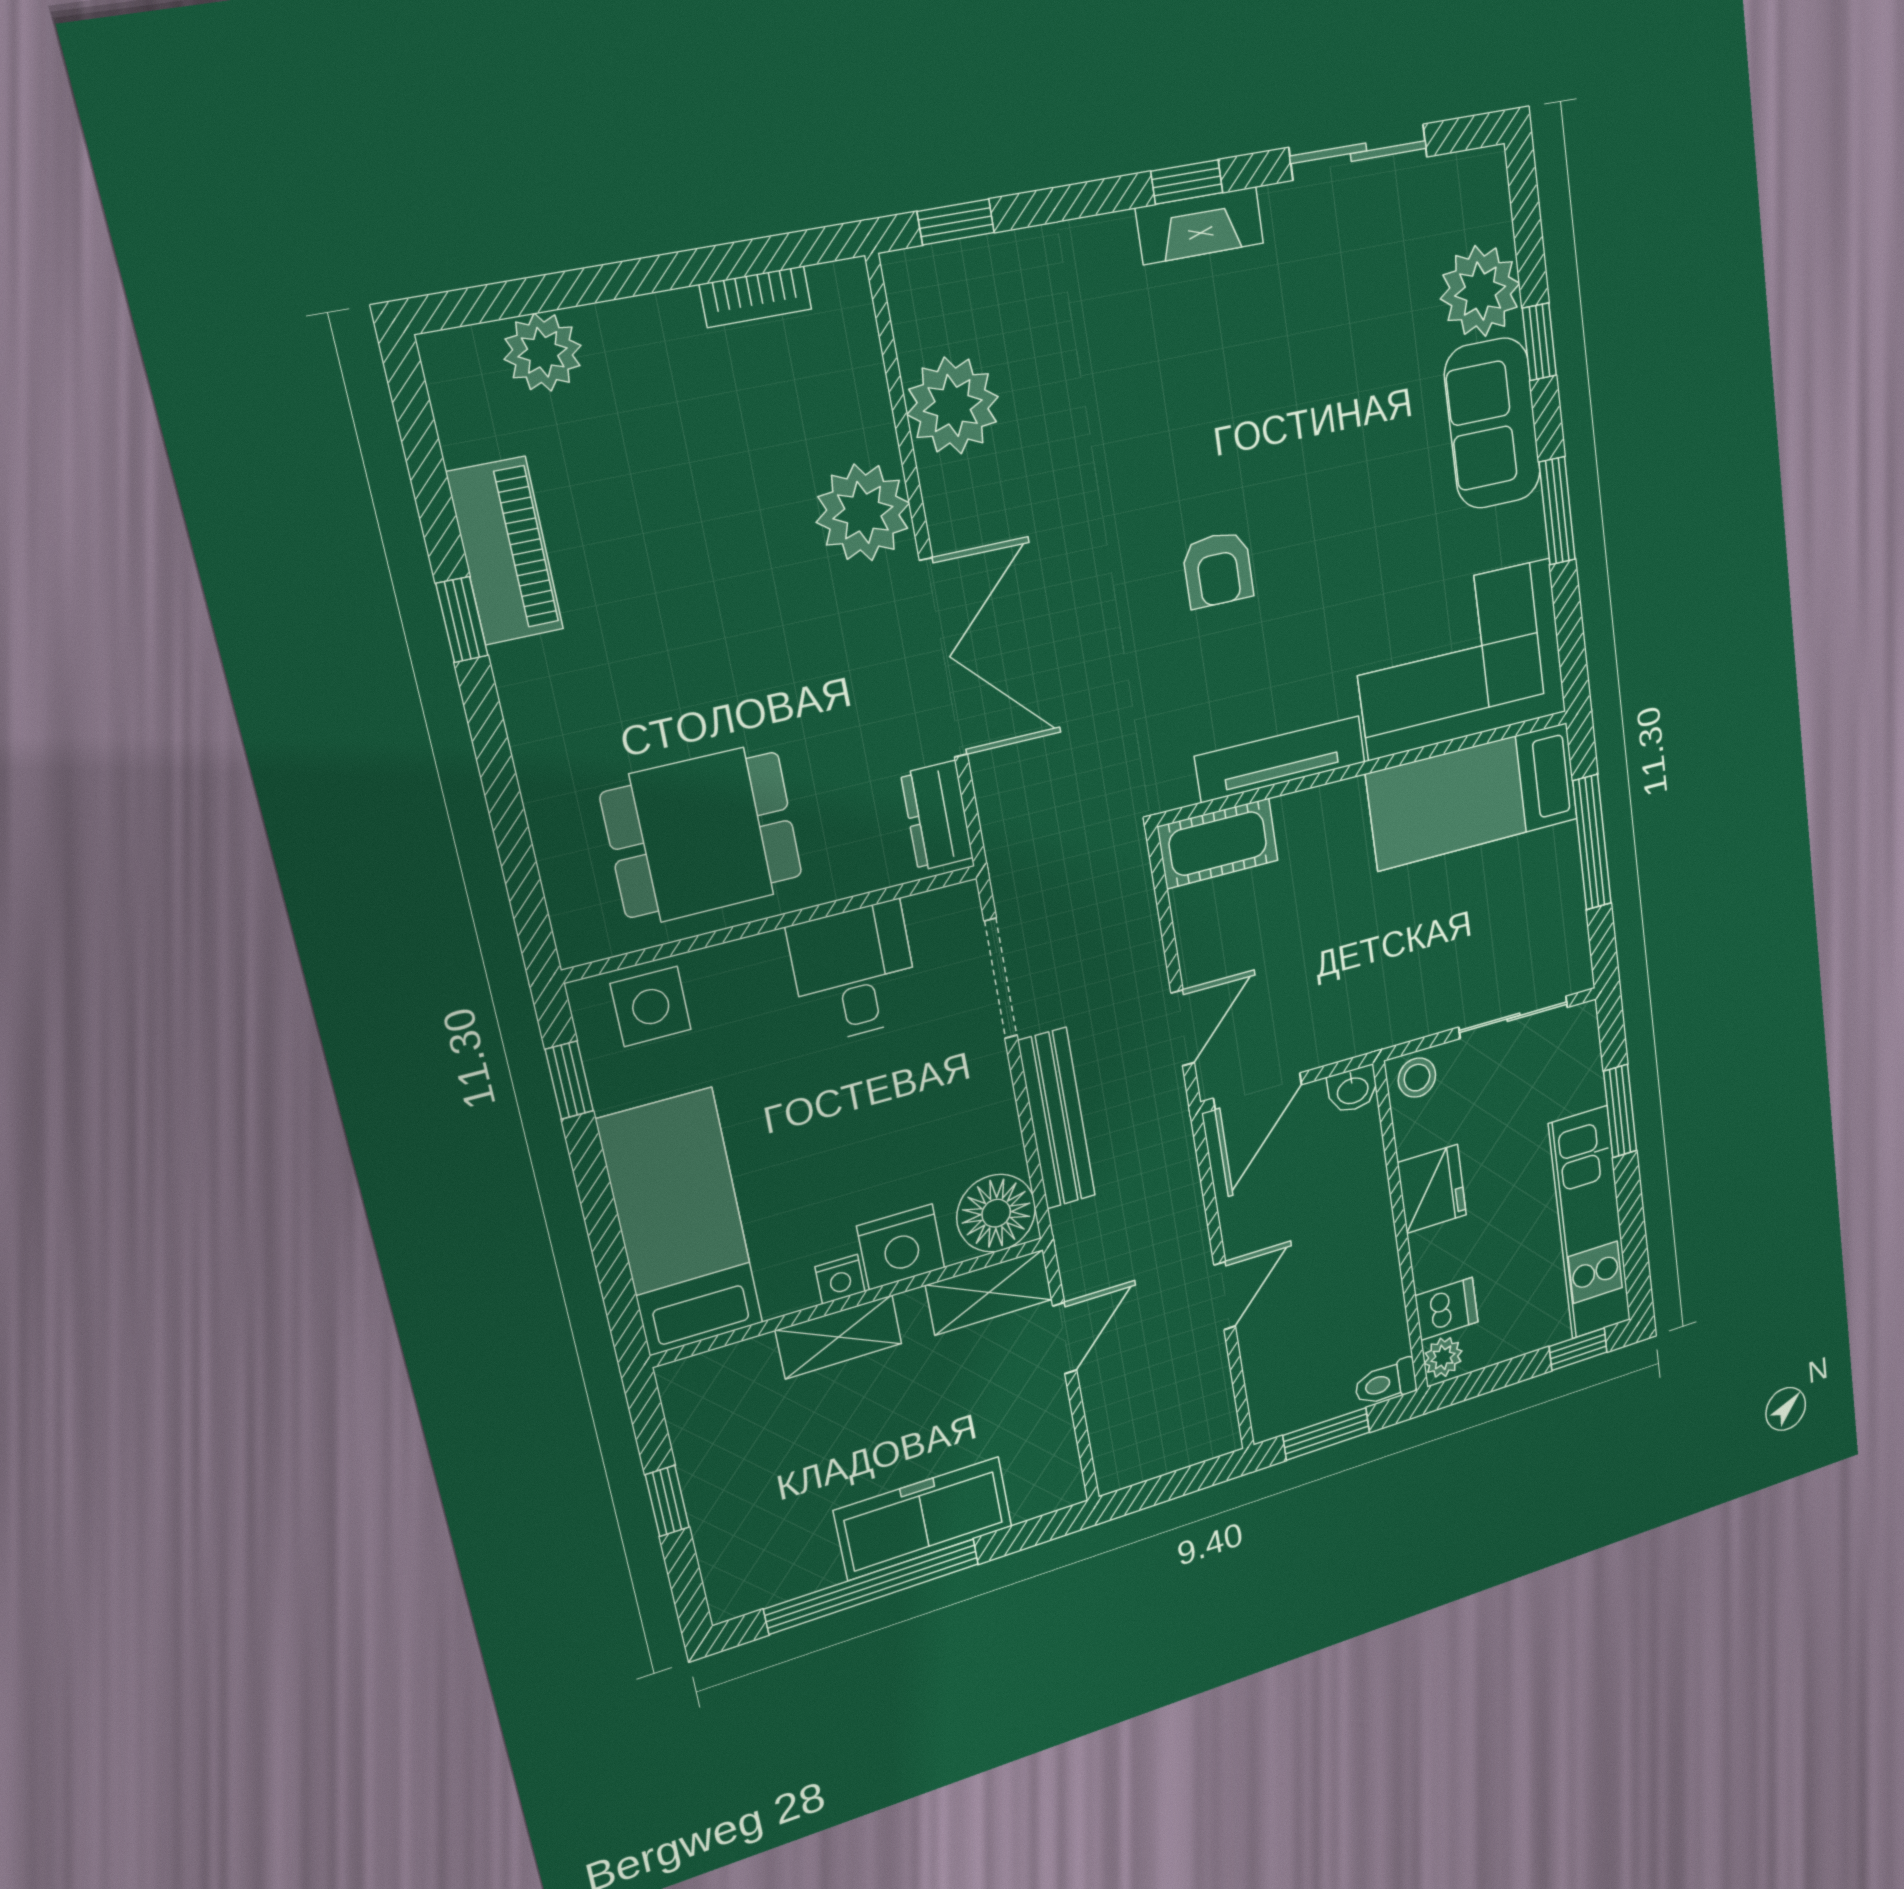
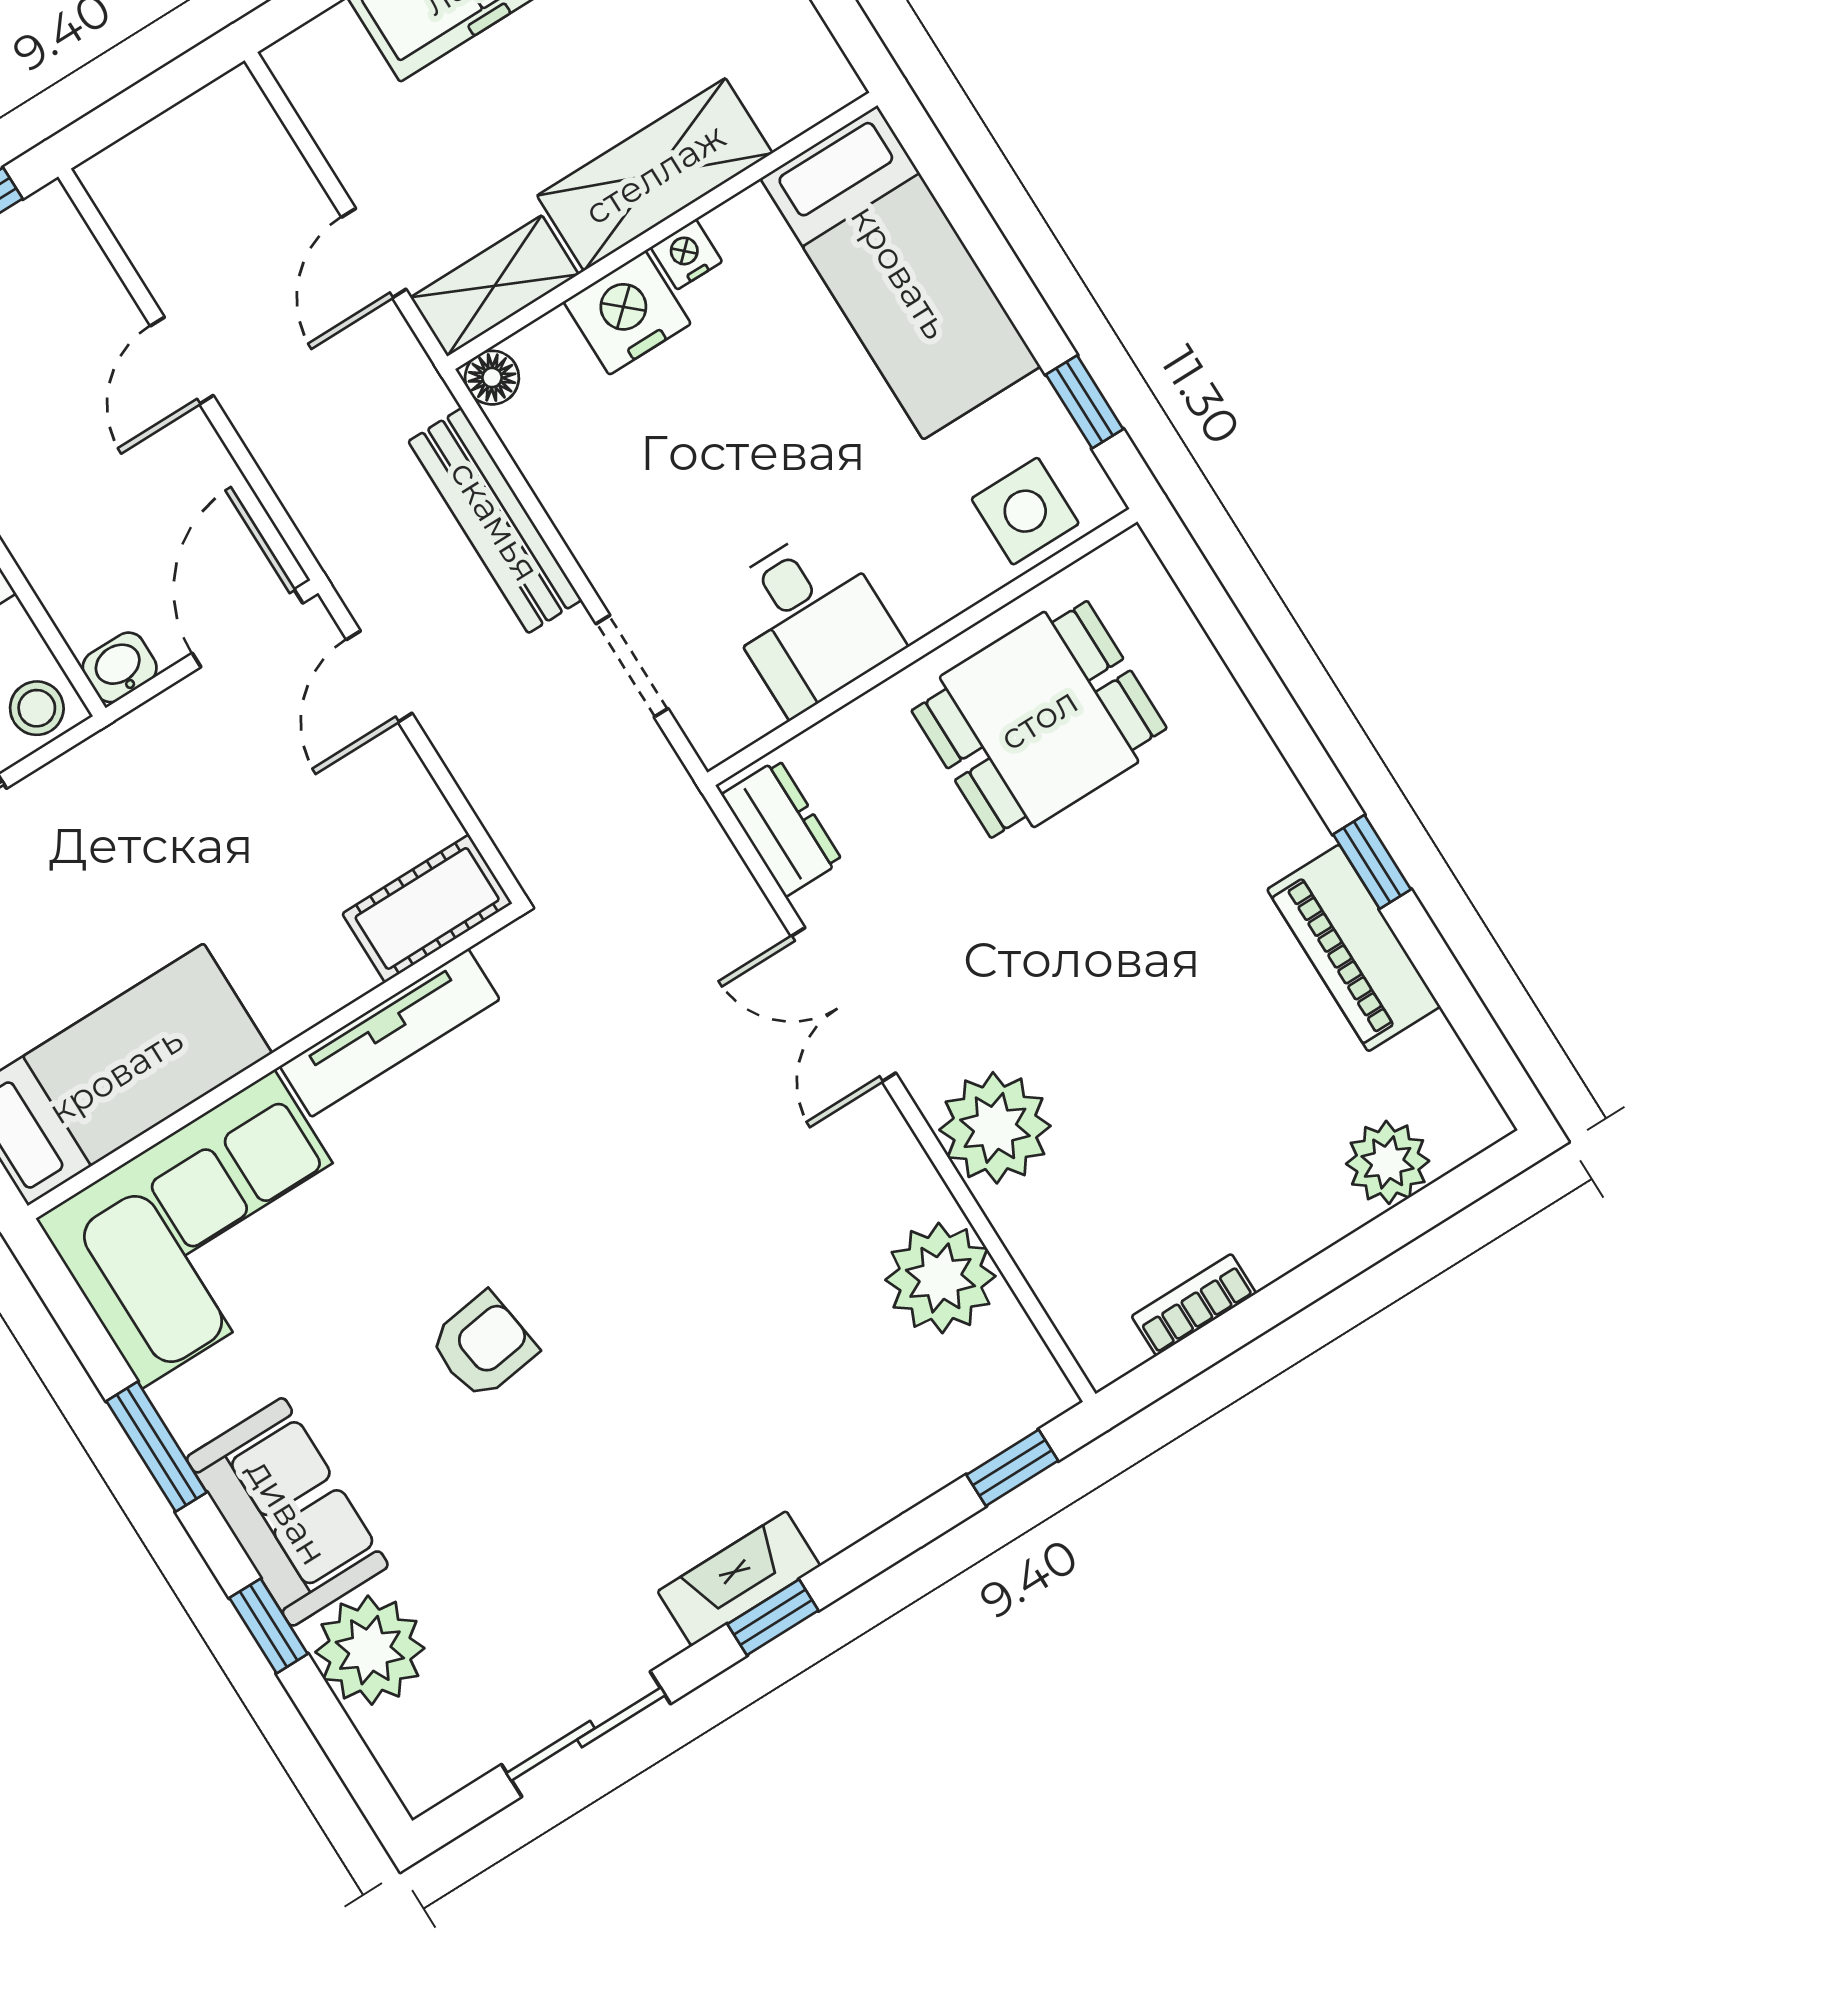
armchair: (1218, 569) -> (483, 1346), moved, turned 82
double door: (944, 658) -> (844, 1005), width x0.73
doorway: (1001, 978) -> (632, 666), width x0.73
floor lamp: (996, 1213) -> (492, 378), width x0.53, depth x0.53
shelving: (839, 1337) -> (655, 174), width x1.50, depth x1.33

